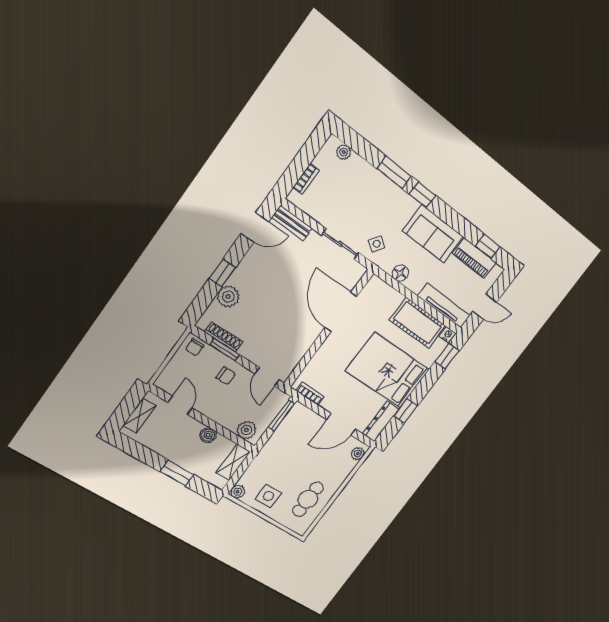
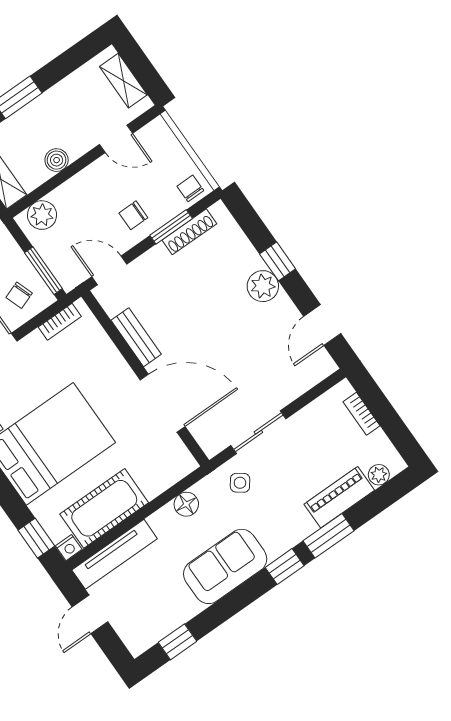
bench: (292, 223) -> (136, 337), moved, turned 90
piano: (474, 258) -> (339, 497), moved
plant: (228, 297) -> (263, 286), moved
chair: (302, 424) -> (19, 295), added

